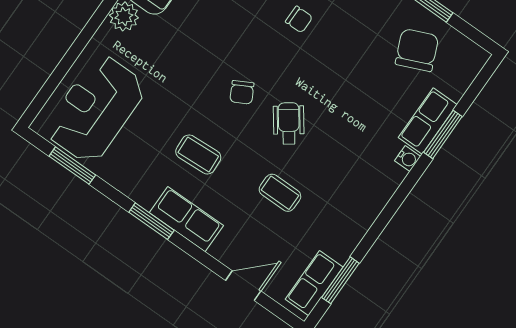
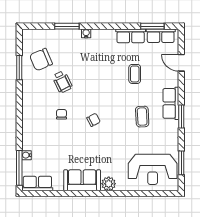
chair: (242, 92) -> (94, 120), moved
row of seats: (428, 121) -> (131, 36), moved
wheelchair: (289, 123) -> (62, 82), moved, turned -80

